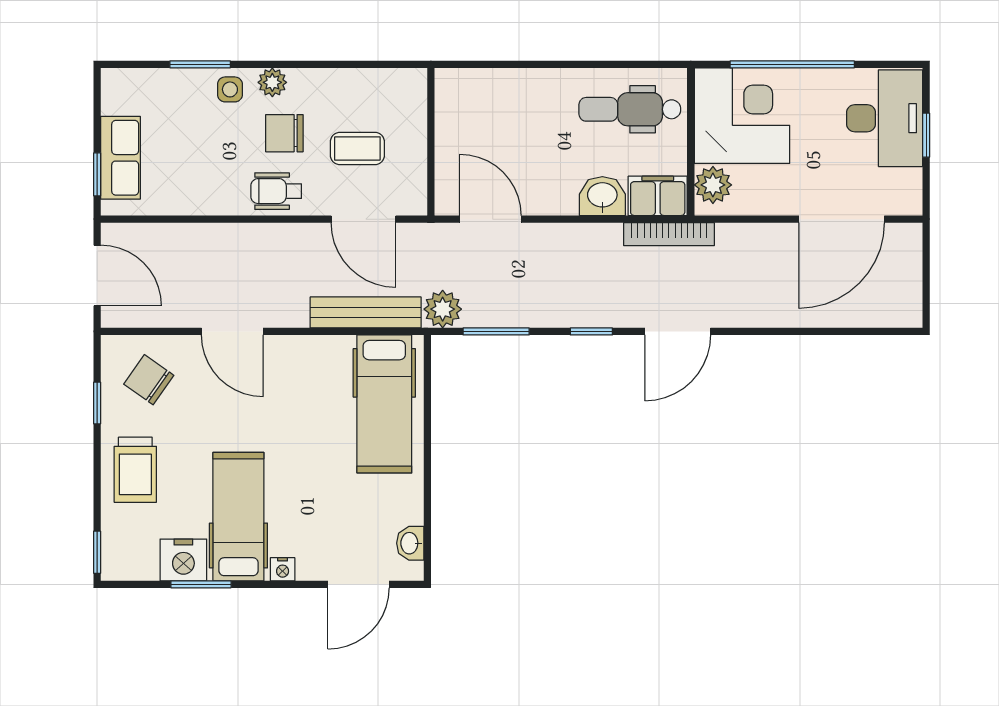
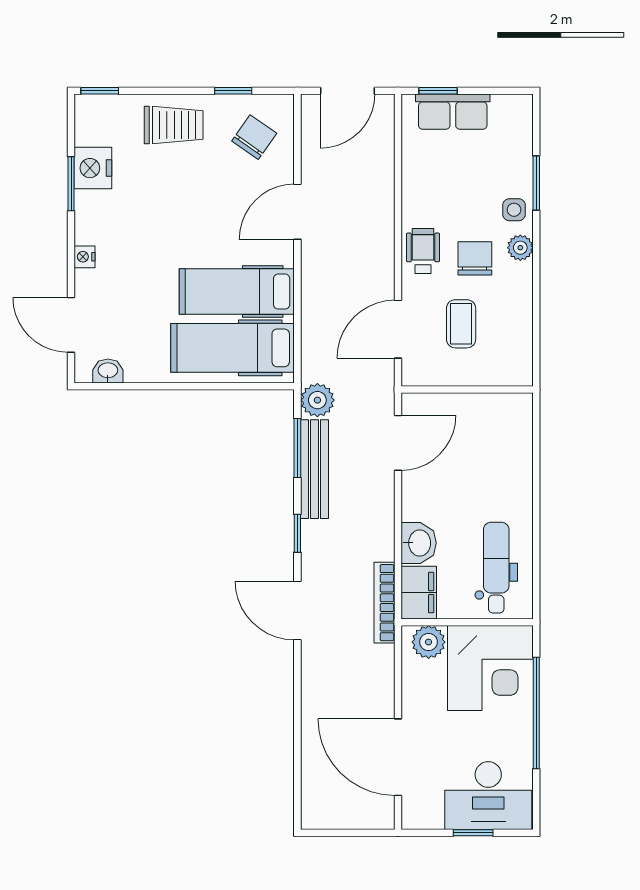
bench: (366, 312) -> (314, 469), moved
trolley: (135, 470) -> (174, 125), turned 180
hospital bed: (238, 517) -> (237, 292), moved, turned 180

